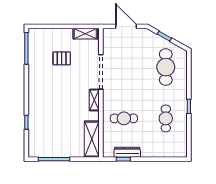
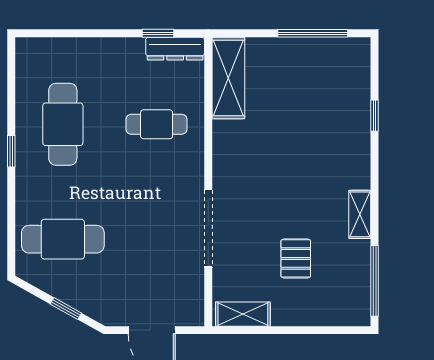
pallet: (62, 58) -> (296, 258), turned 90
cafe table: (166, 67) -> (63, 239), turned 90
shelving: (94, 100) -> (360, 214), moved
cafe table: (166, 118) -> (63, 124), width x1.37, depth x1.35
dresser: (127, 152) -> (175, 49), moved

